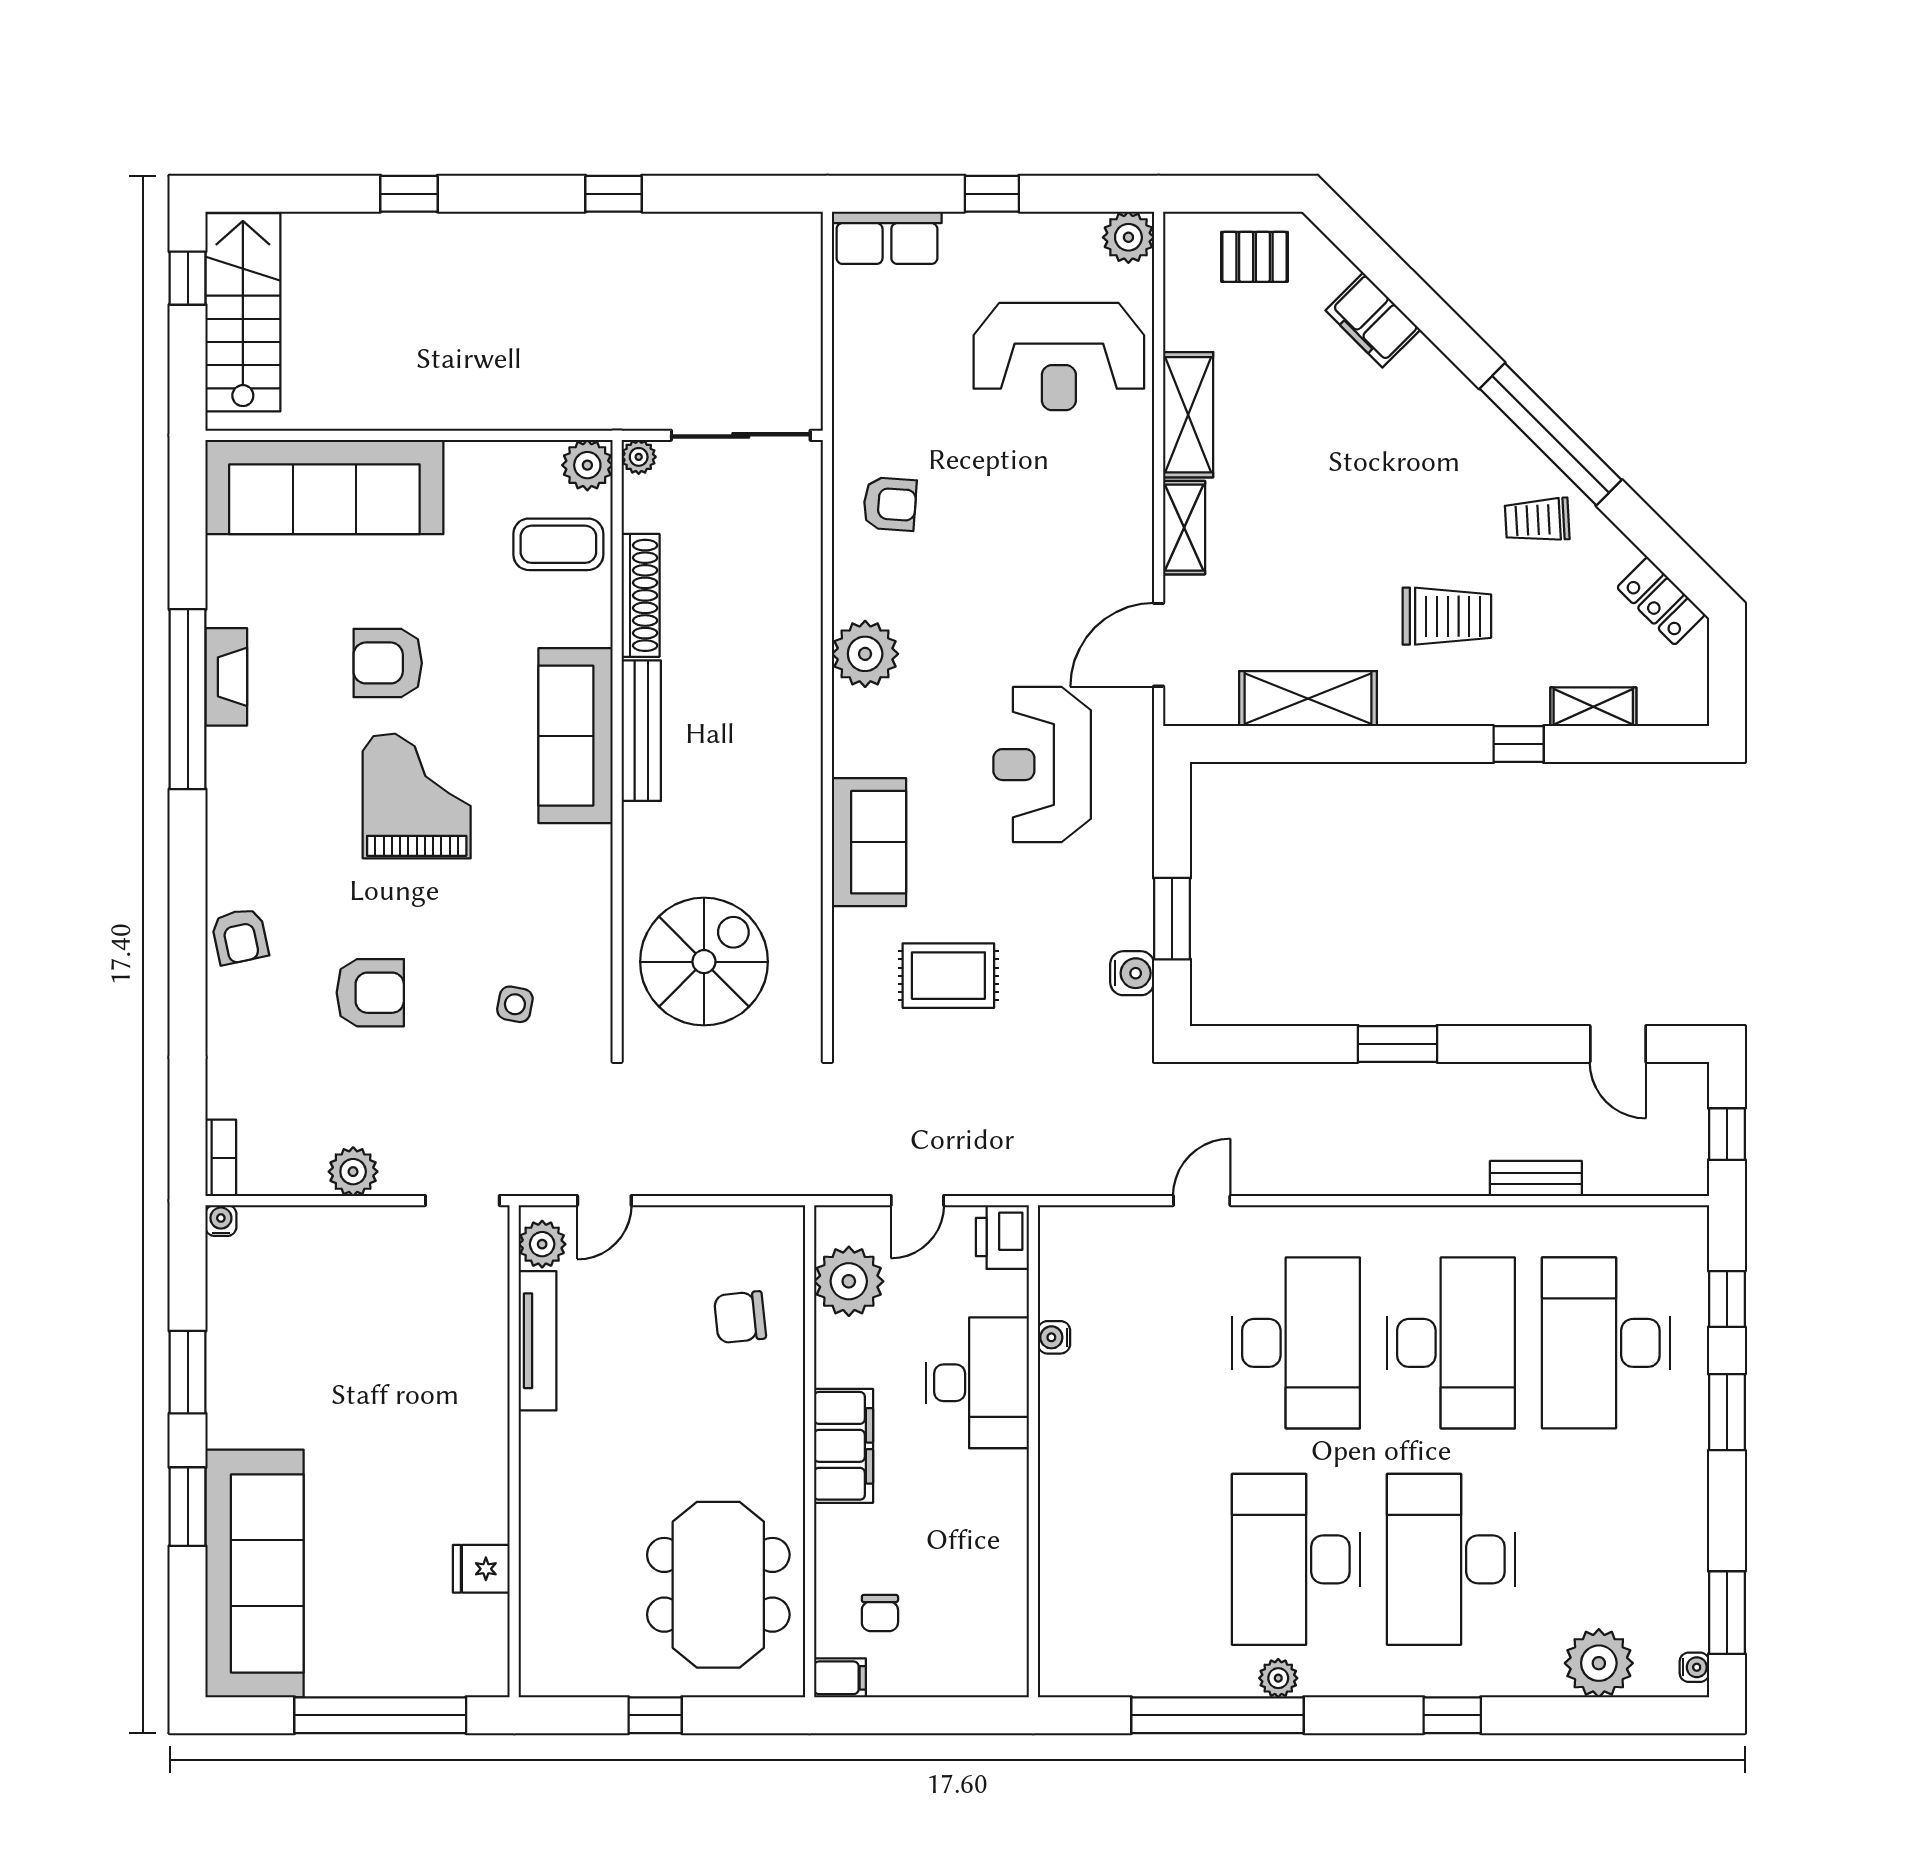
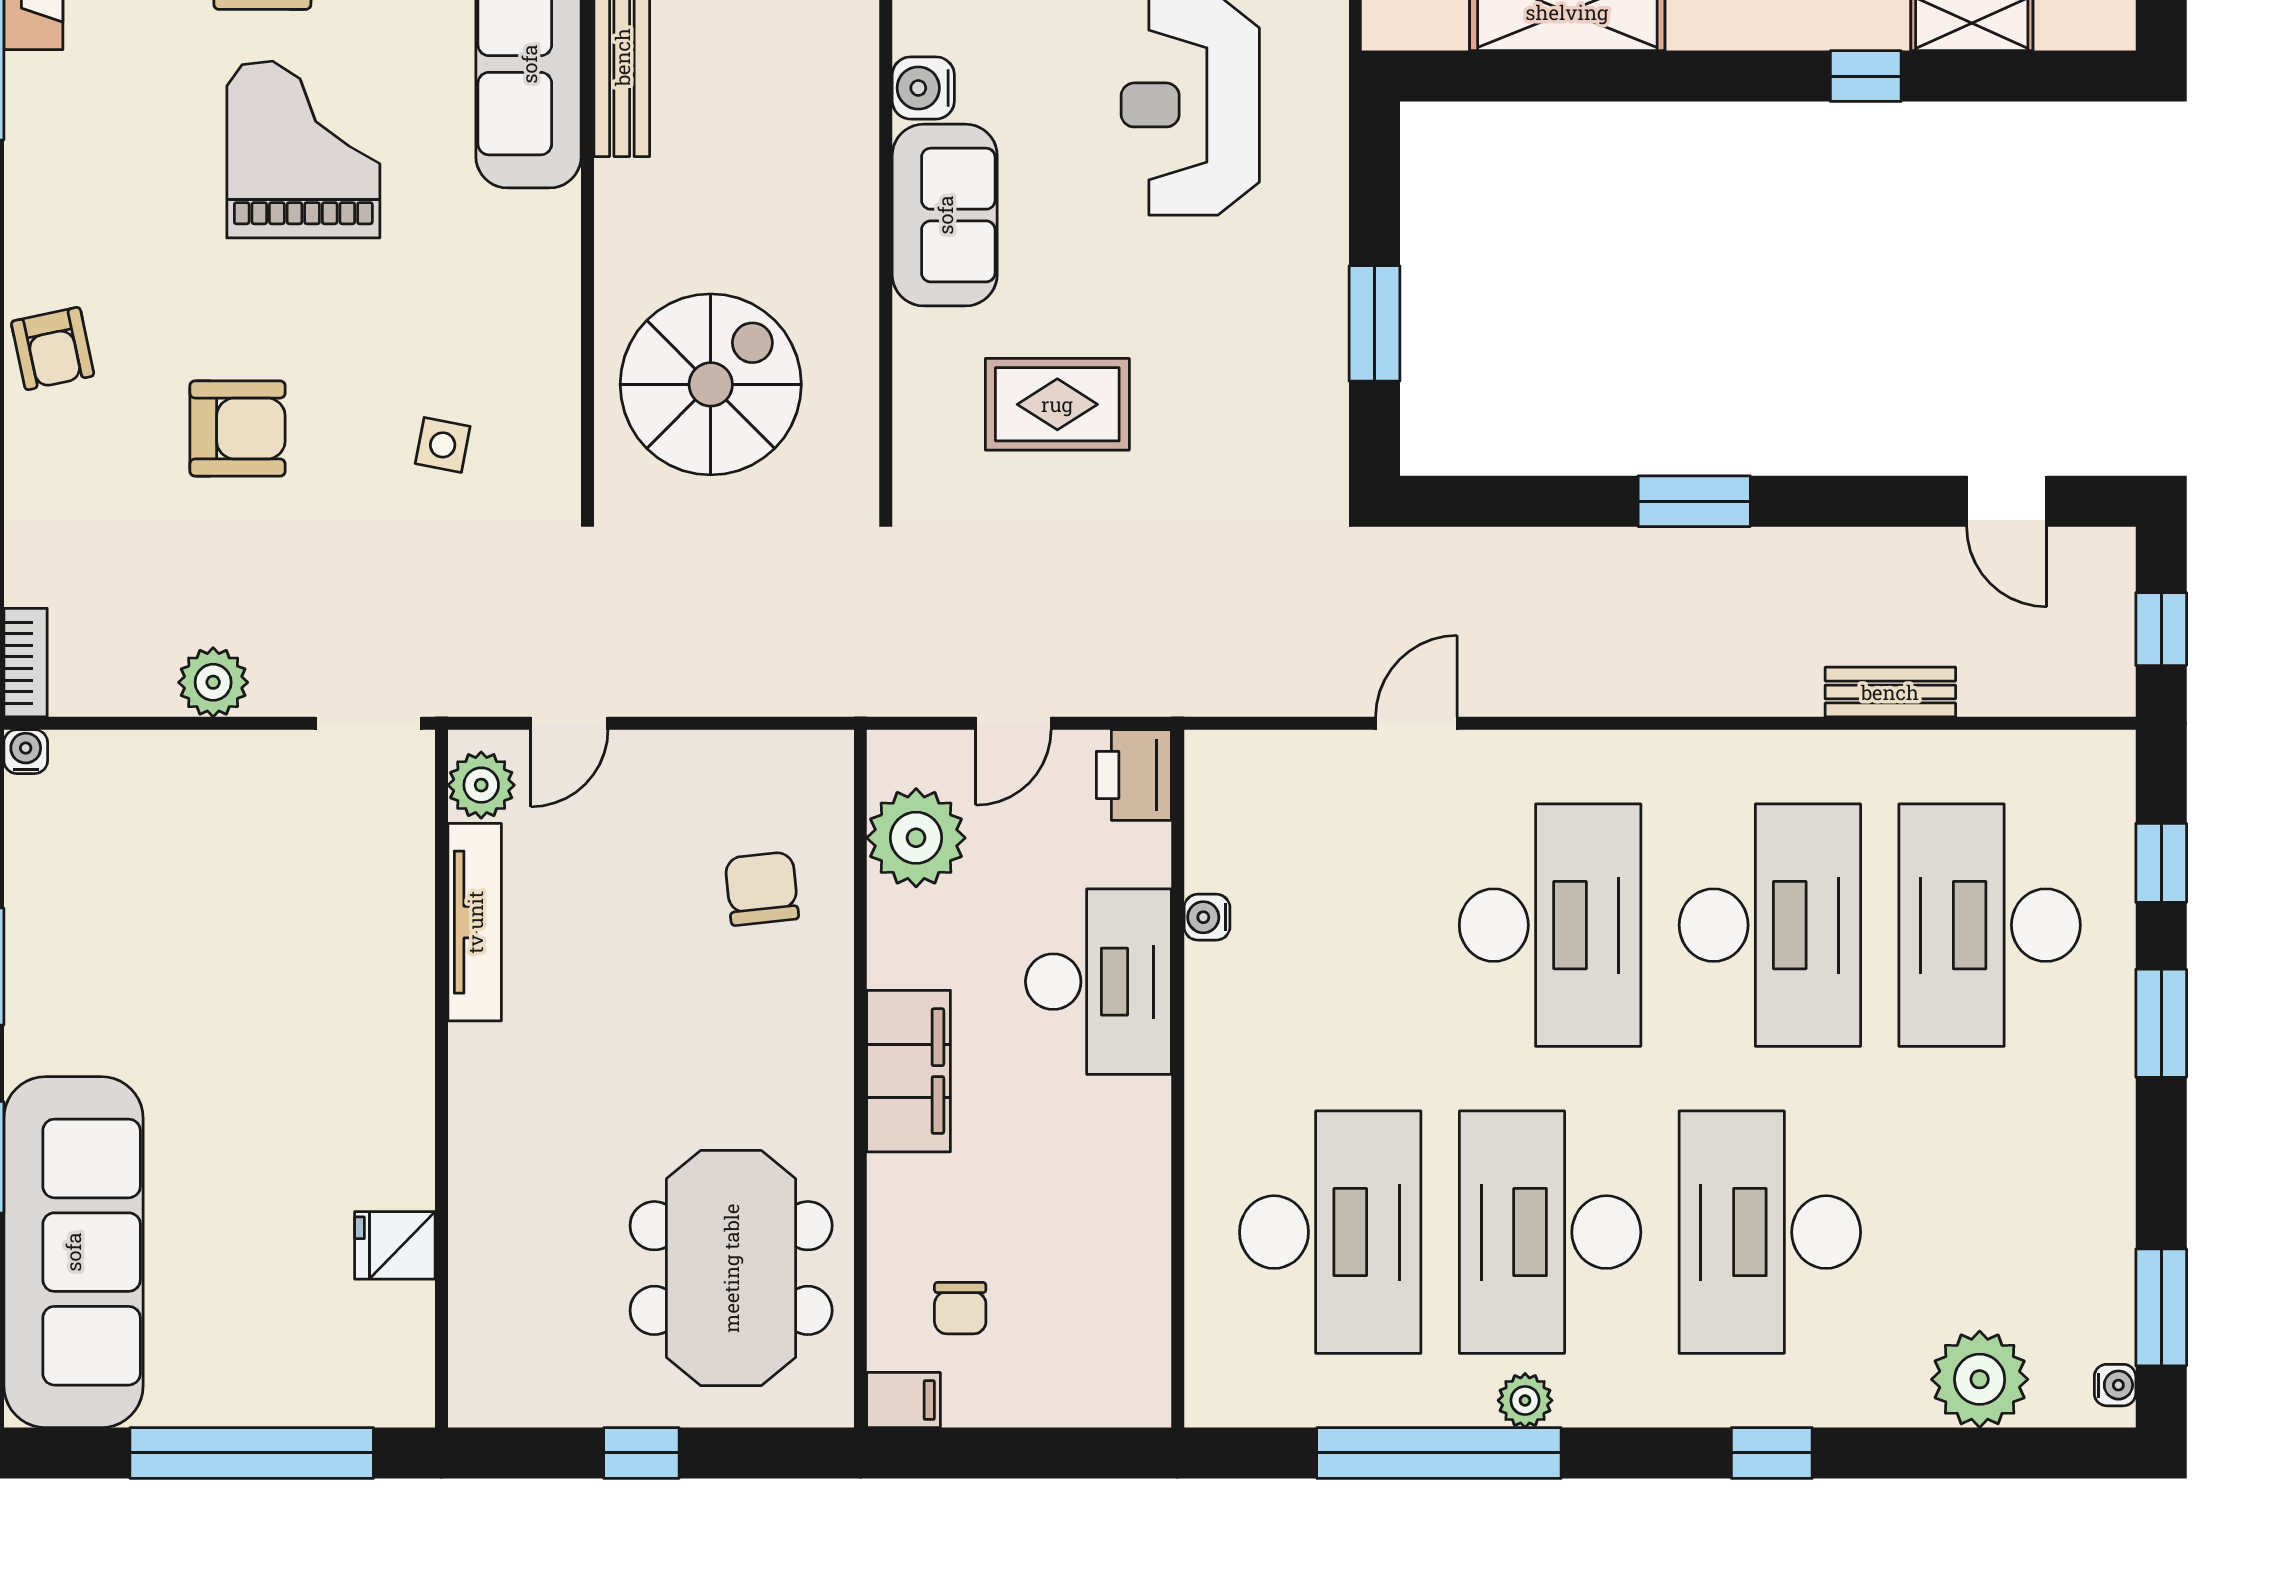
water cooler: (1132, 973) -> (923, 88), moved, turned 180
chair: (740, 1317) -> (762, 889), turned 90
desk: (1141, 1559) -> (1330, 1232), added

